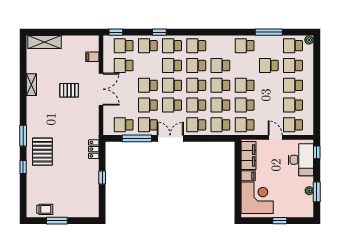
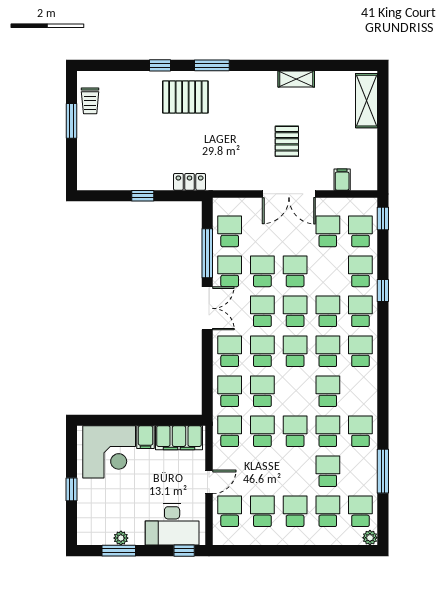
school desk: (220, 85) -> (328, 431), moved

